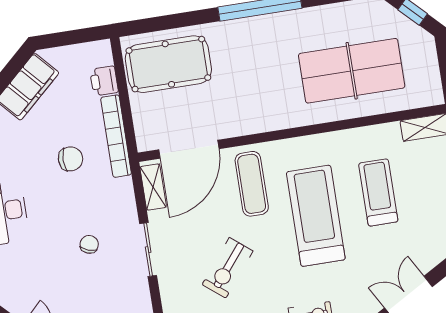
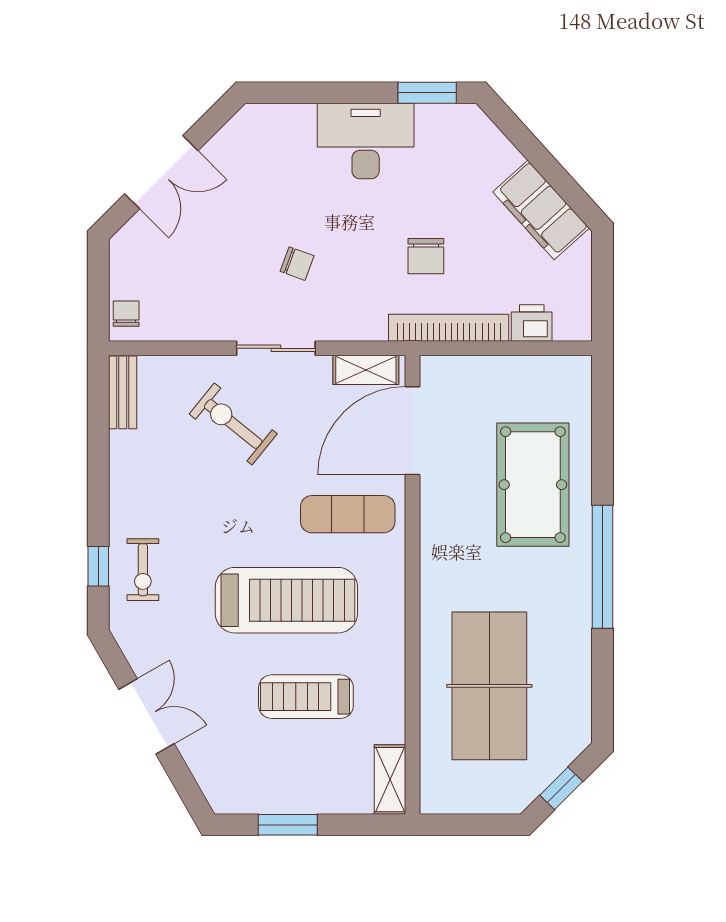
pool table: (168, 64) -> (533, 485), moved
door: (189, 149) -> (413, 431), hinge flipped
treadmill: (378, 192) -> (306, 697), turned 180
exercise bike: (228, 268) -> (233, 424), moved

